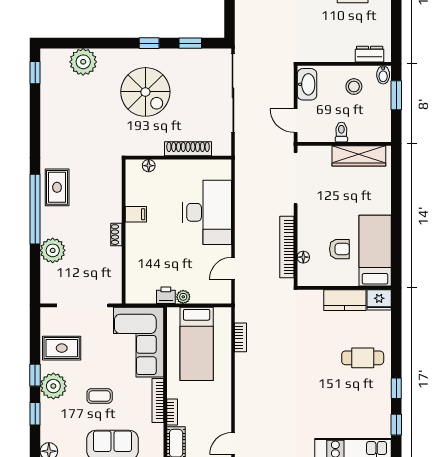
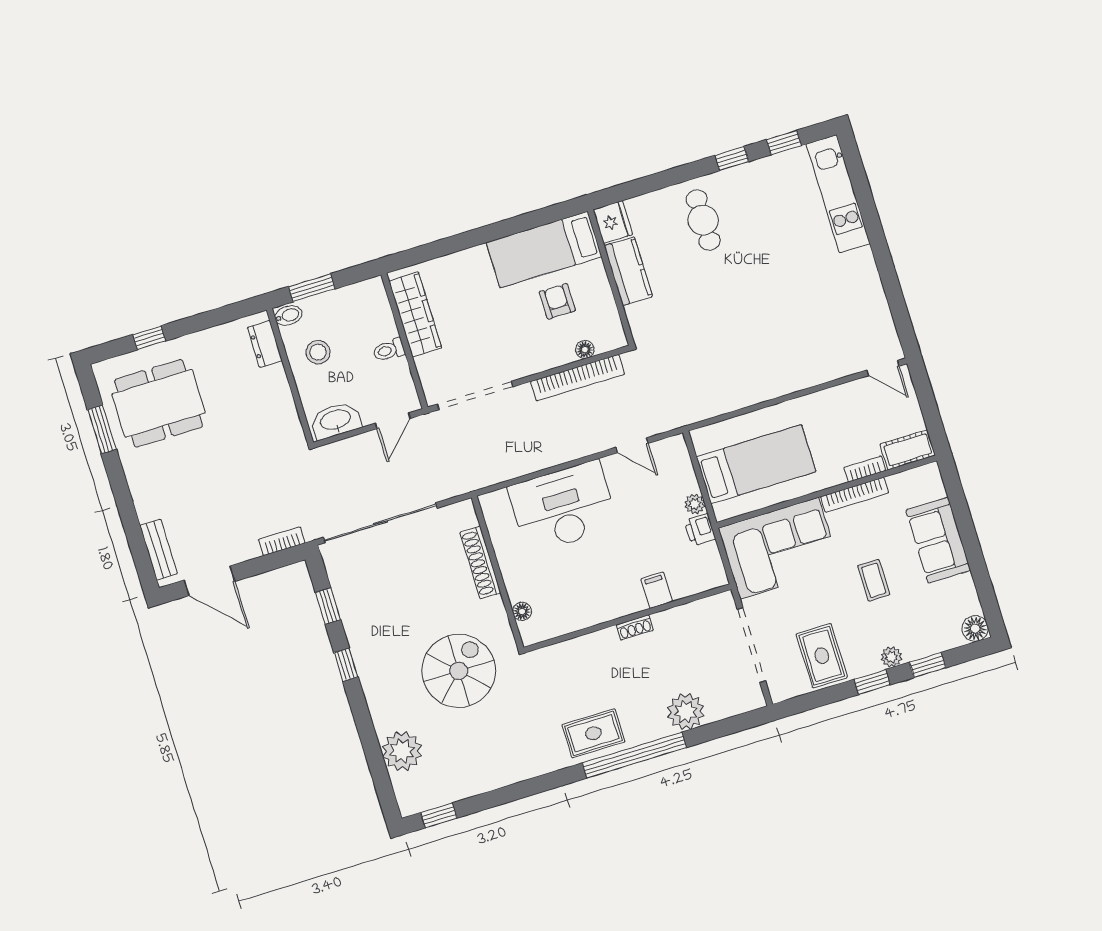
spiral stairs: (145, 92) -> (459, 671), moved
filing cabinet: (136, 214) -> (657, 590), moved
bookcase: (241, 337) -> (282, 541), moved
plant: (53, 386) -> (891, 657), width x0.53, depth x0.53

